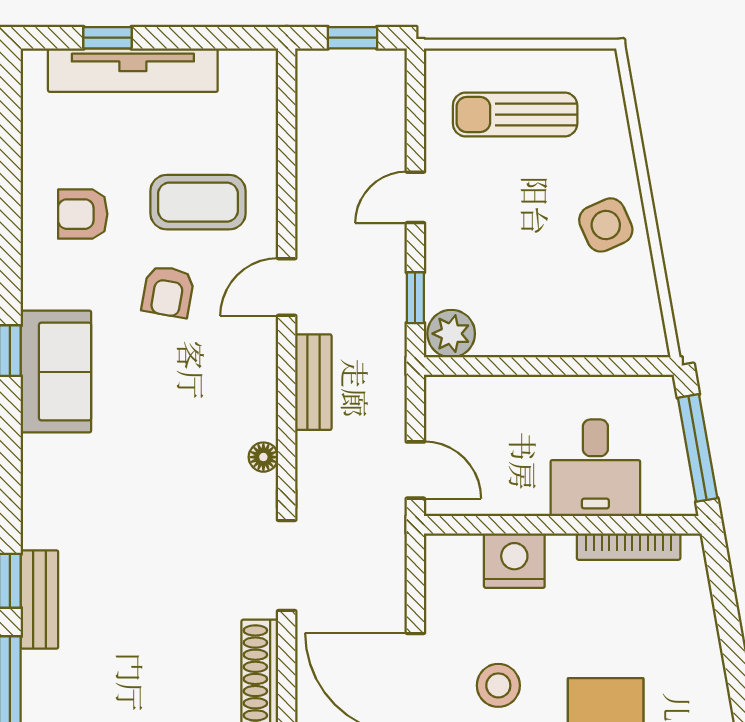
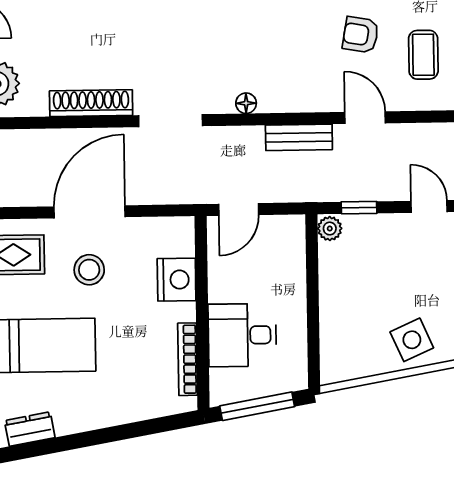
coffee table: (198, 202) -> (423, 55), width x0.73, depth x0.77
plant: (451, 334) -> (330, 229), width x0.73, depth x0.73

